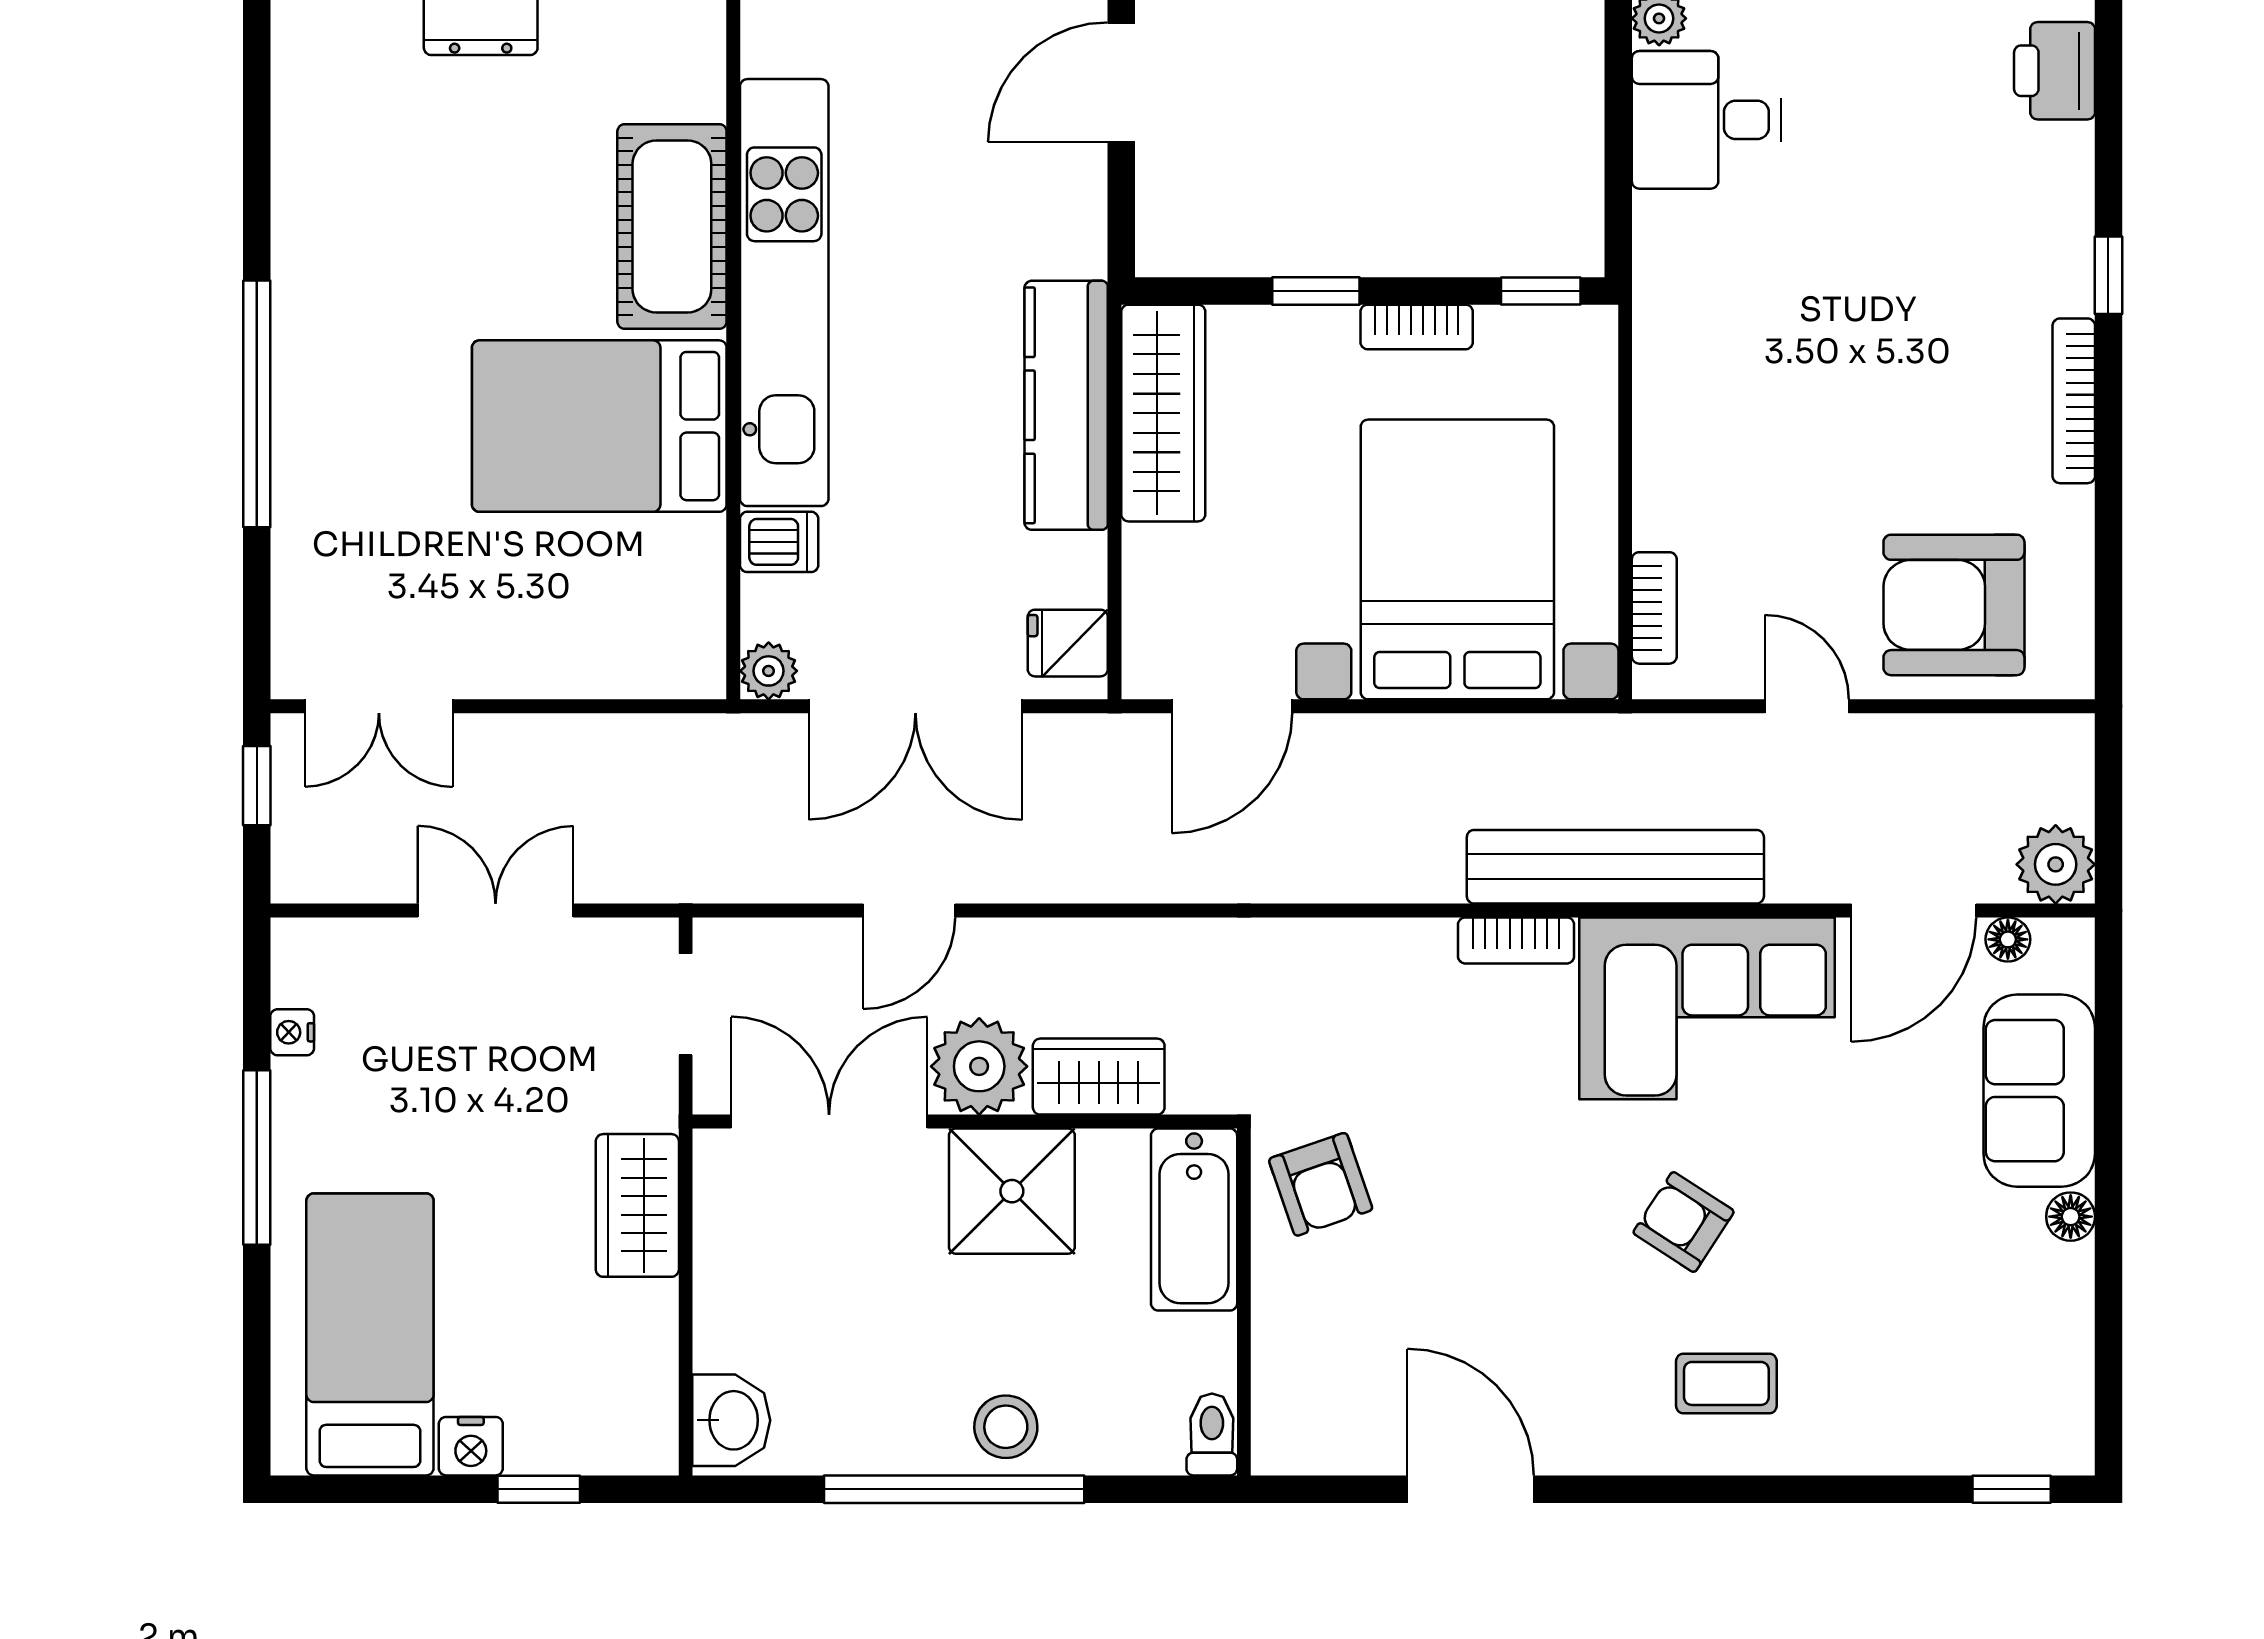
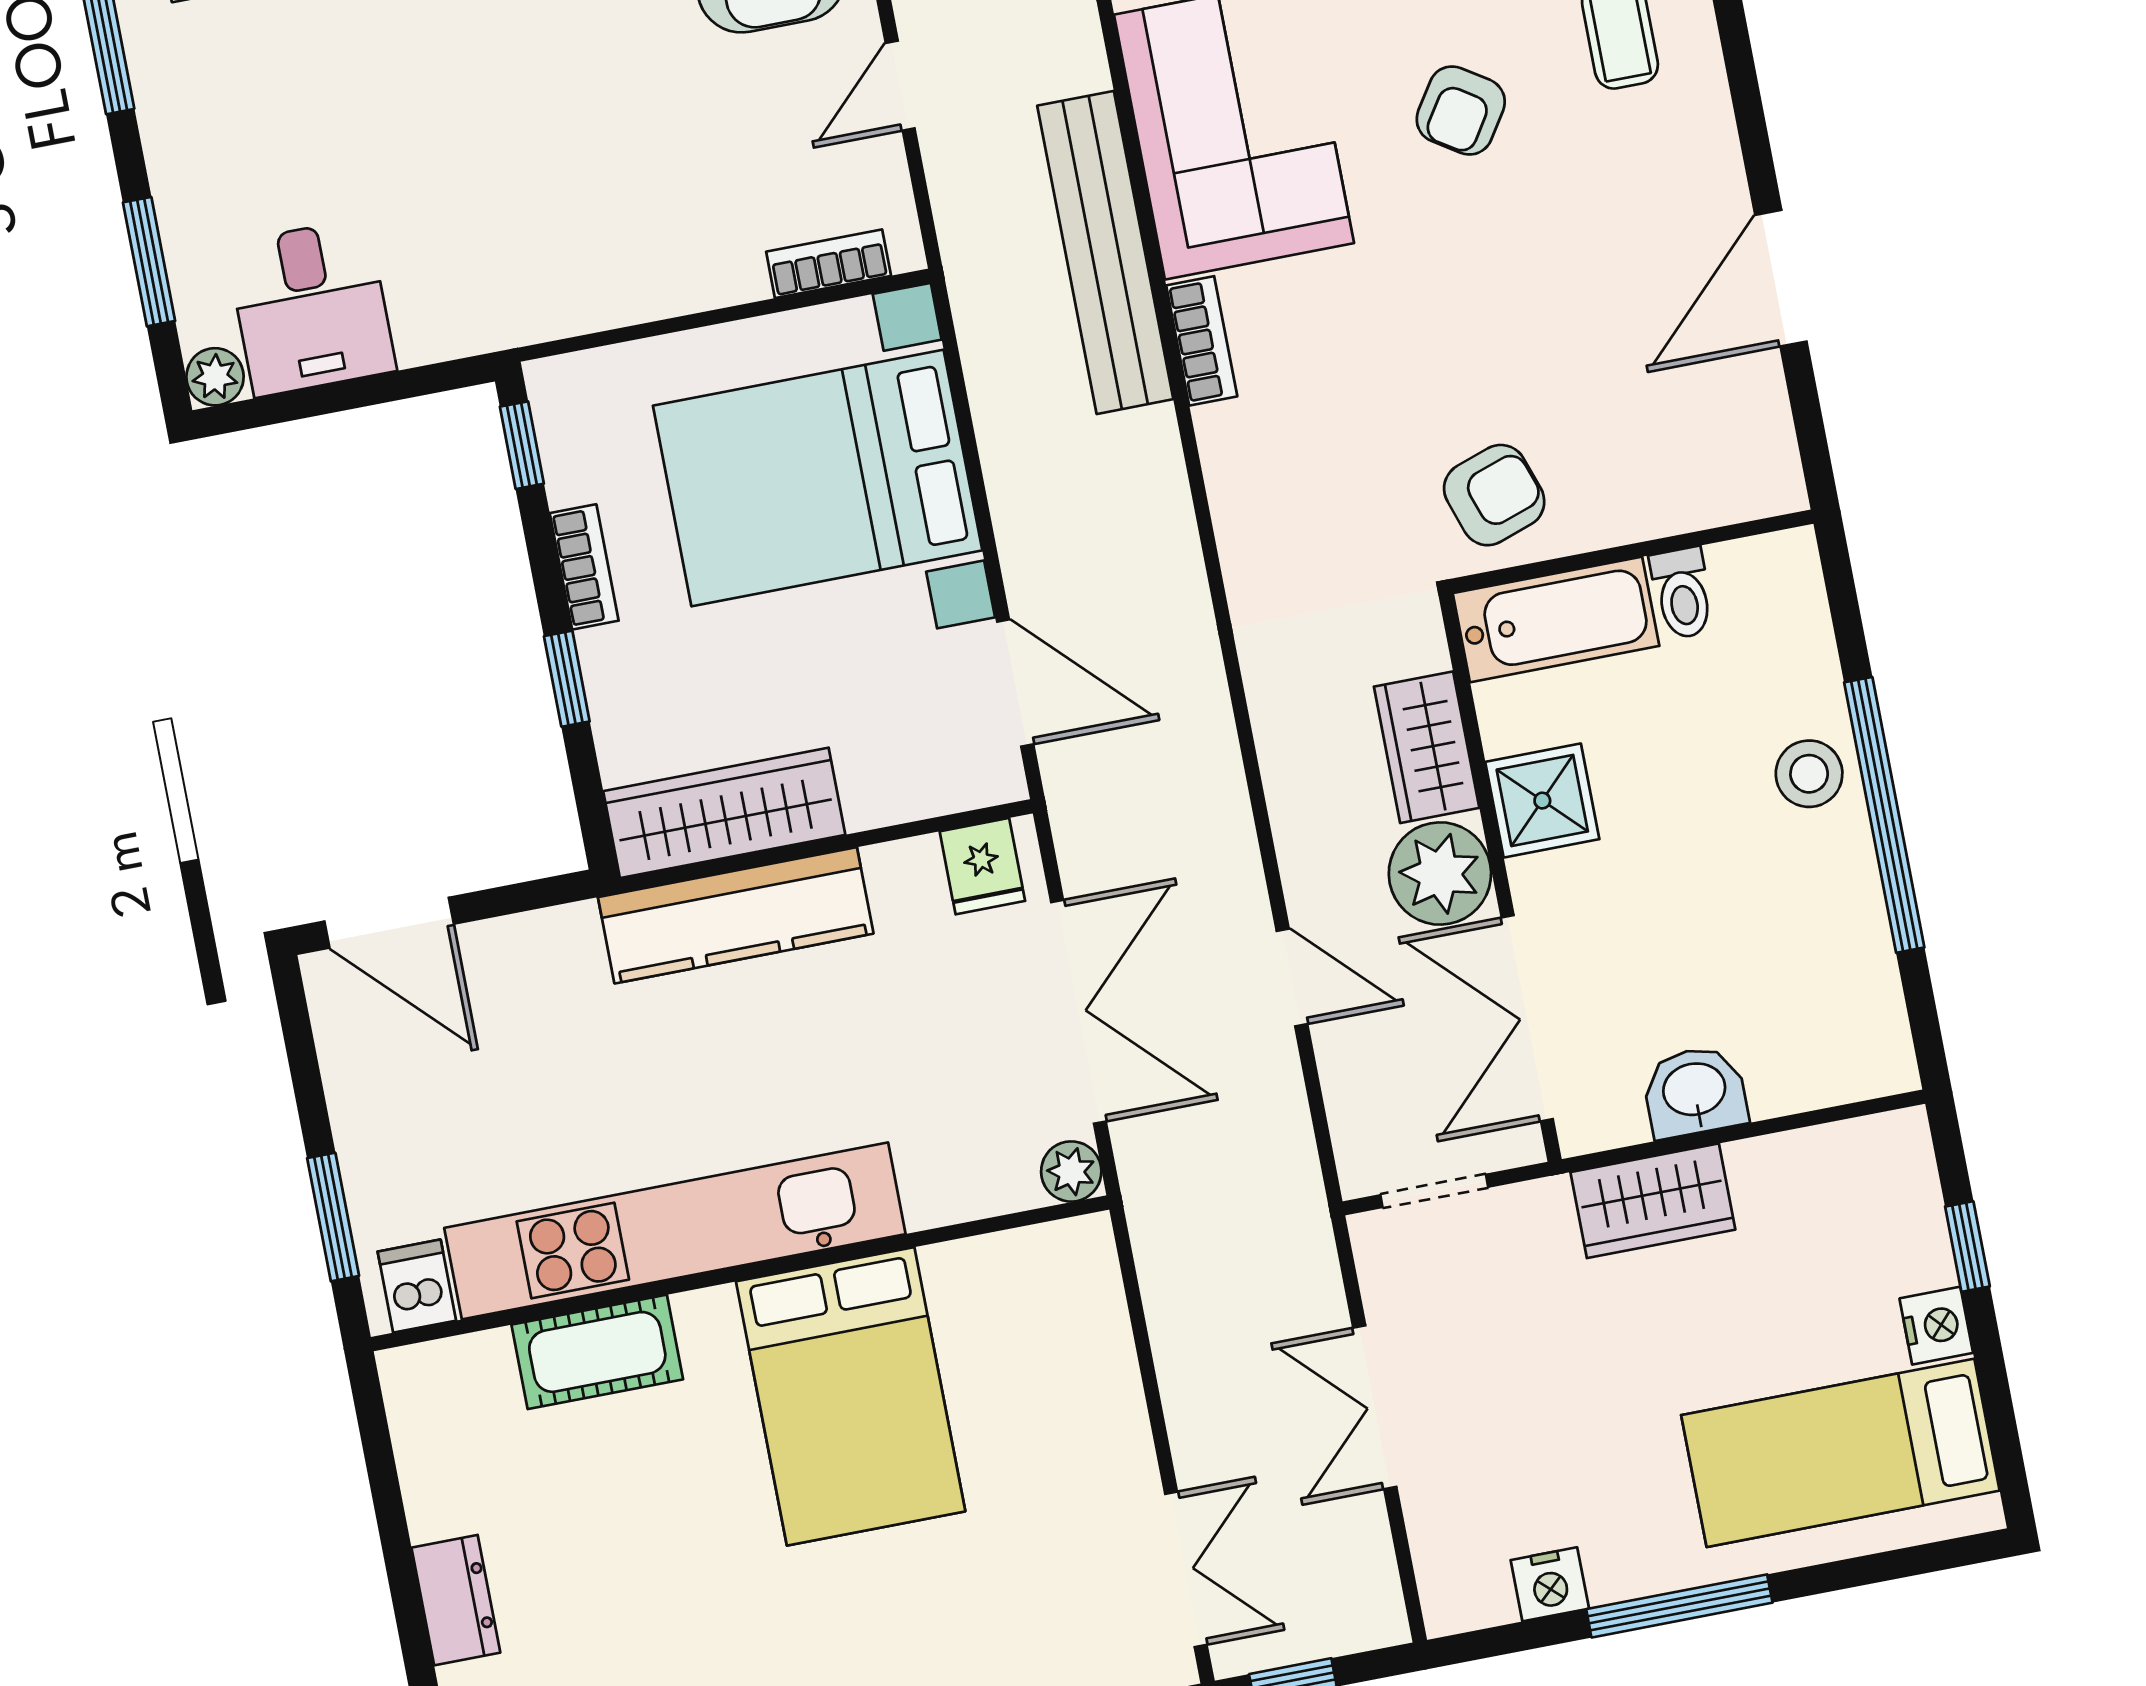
cot: (672, 226) -> (597, 1352), width x0.73, depth x0.75
dishwasher: (779, 542) -> (417, 1286), moved
nightstand: (292, 1032) -> (1550, 1584), width x1.39, depth x1.35
shower: (1012, 1191) -> (1542, 801), width x0.73, depth x0.73
washbasin: (731, 1420) -> (1695, 1092), moved
toilet: (1212, 1434) -> (1682, 593), moved, turned -90

